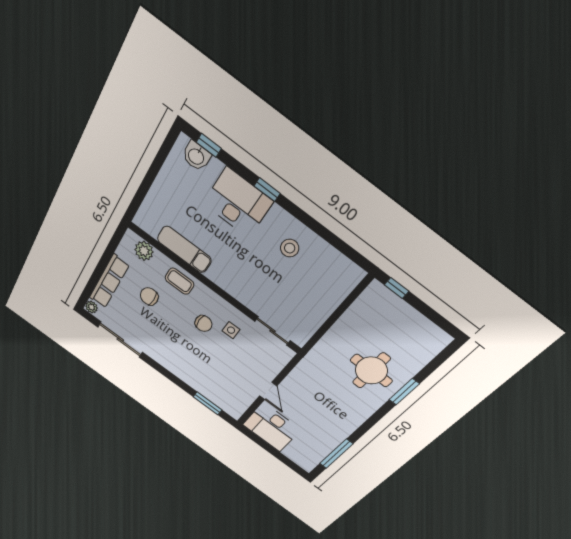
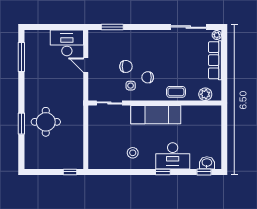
exam couch: (184, 250) -> (156, 115), moved, width x1.36, depth x1.45
chair: (149, 296) -> (126, 66), moved

